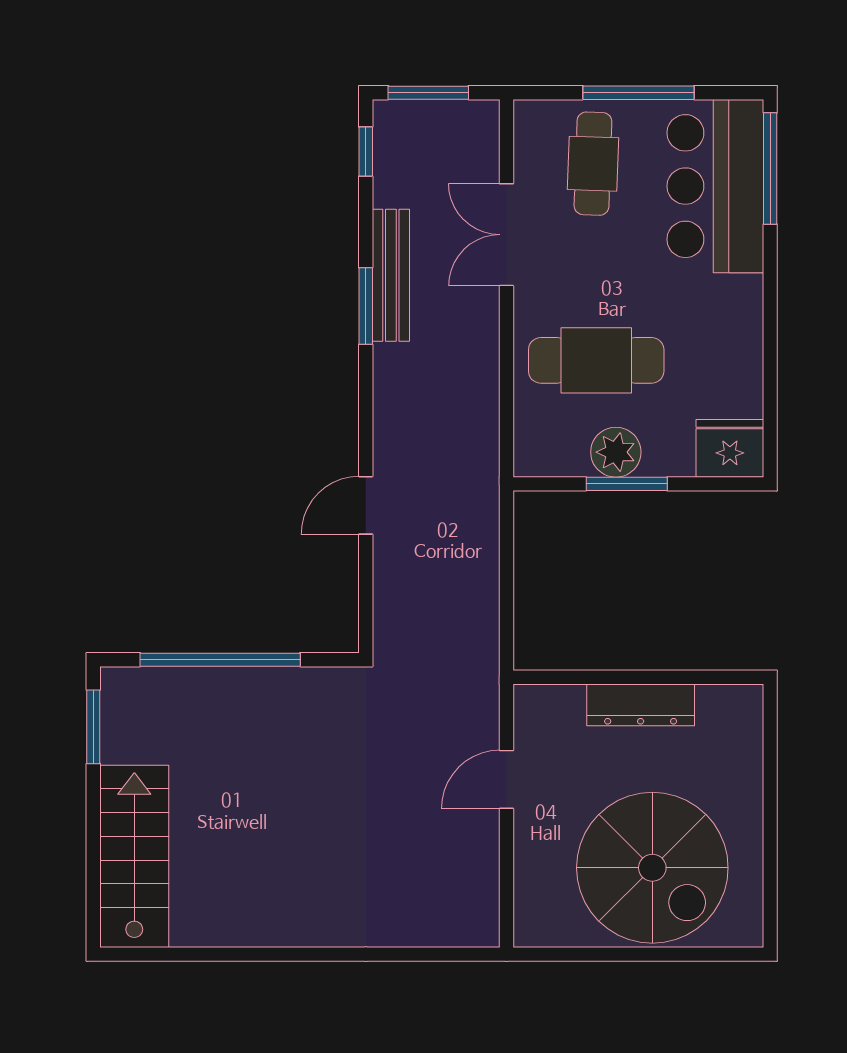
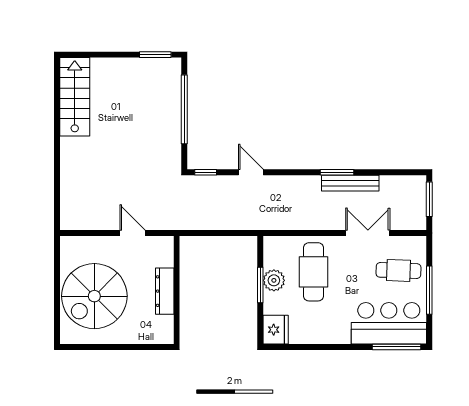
window: (366, 152) -> (206, 172), moved
stairs: (134, 856) -> (75, 97), moved, turned -90

